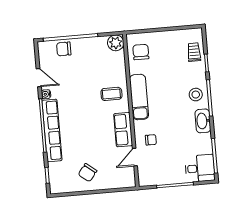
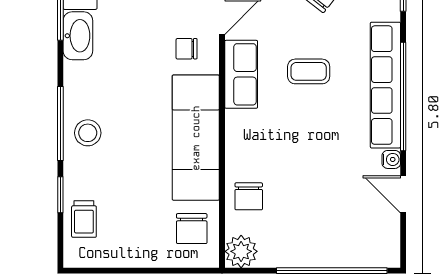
chair: (64, 49) -> (249, 196), moved, turned 90
coffee table: (111, 94) -> (309, 71), moved
exam couch: (139, 97) -> (196, 138), width x1.36, depth x1.45
washbasin: (203, 121) -> (78, 36), moved

